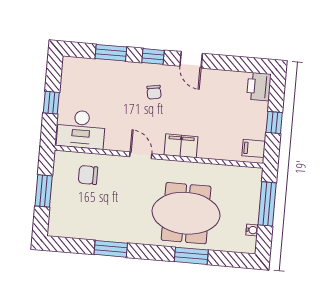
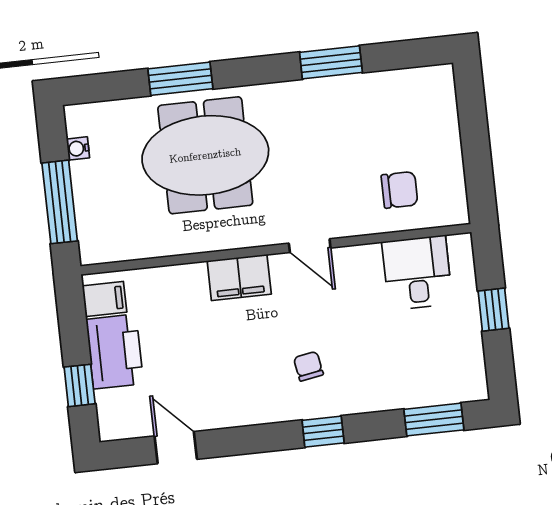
window: (111, 53) -> (434, 420), moved
door: (191, 60) -> (176, 448), moved
printer: (259, 87) -> (115, 352), moved, width x1.37, depth x1.19
window: (274, 122) -> (80, 385), moved
desk: (81, 129) -> (417, 273), width x0.73
window: (44, 191) -> (476, 145), removed

